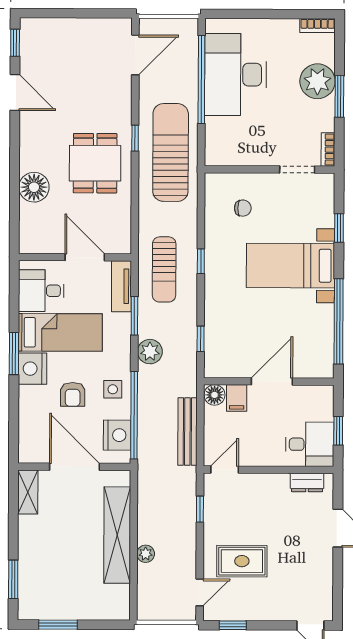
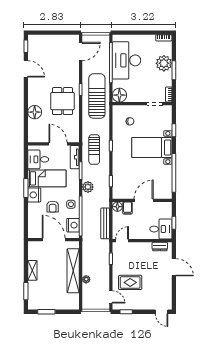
floor lamp: (220, 151) -> (119, 95), added
shelving: (28, 492) -> (32, 270), moved
door: (200, 592) -> (111, 297), hinge flipped

